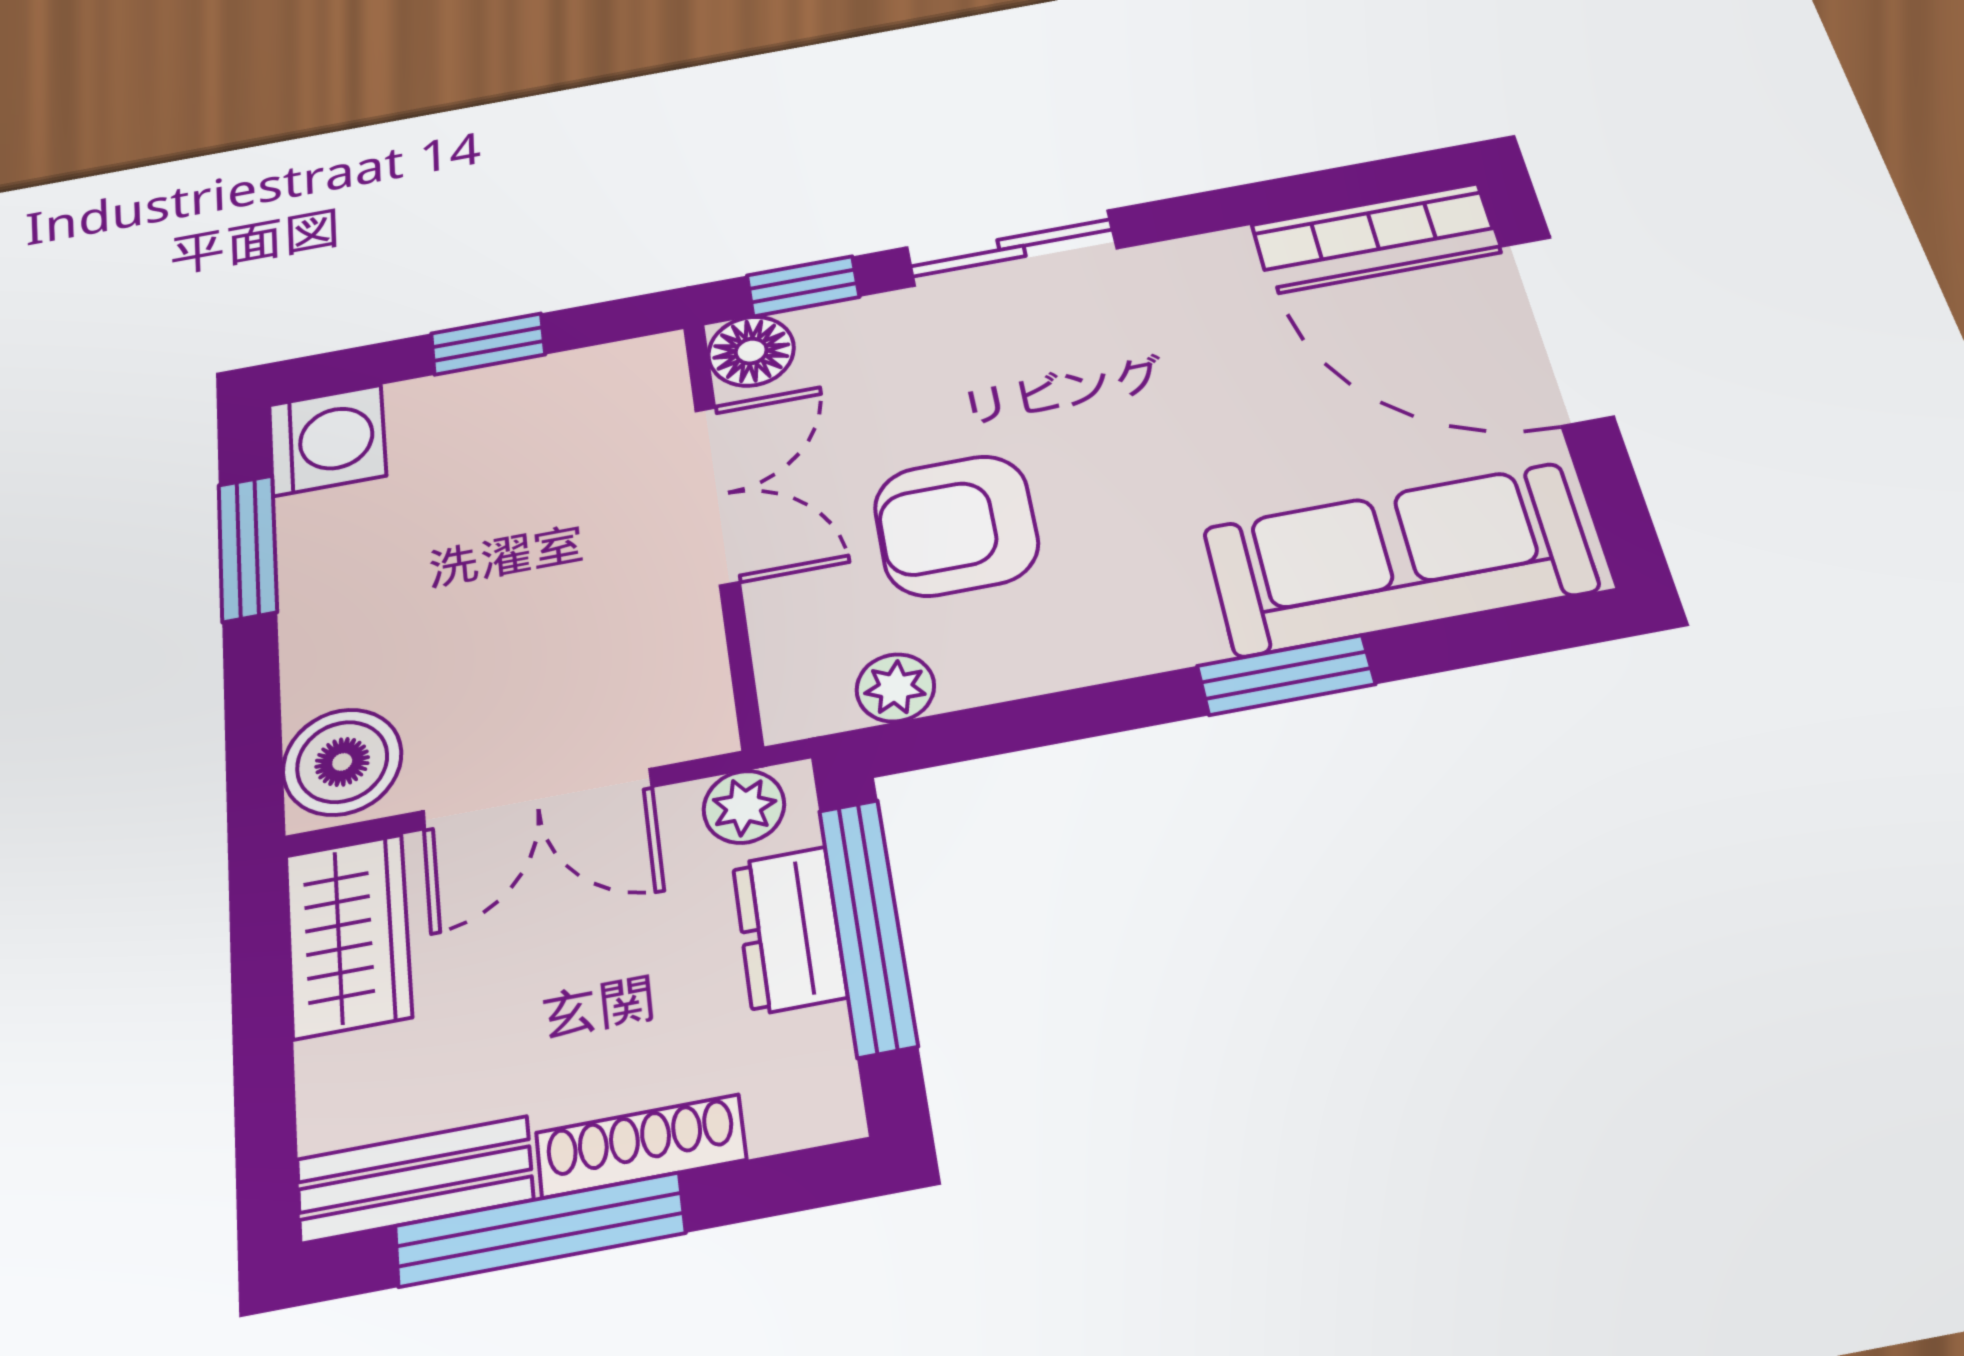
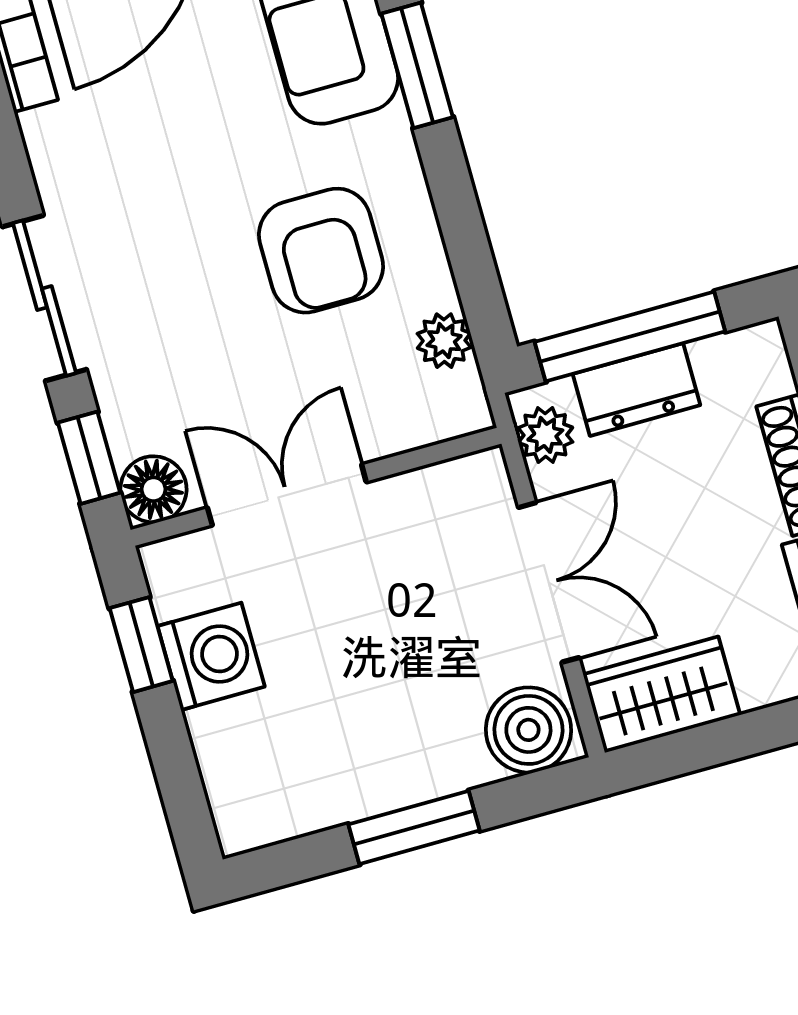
window: (488, 344) -> (141, 645), moved
washing machine: (327, 440) -> (211, 656), moved, turned 90
armchair: (956, 525) -> (321, 251), moved
window: (248, 548) -> (414, 827), moved

